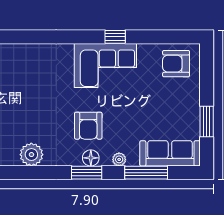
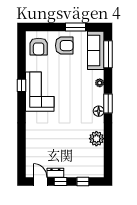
armchair: (88, 126) -> (64, 46), moved
floor lamp: (91, 158) -> (99, 111), moved
window: (146, 173) -> (108, 54), moved

